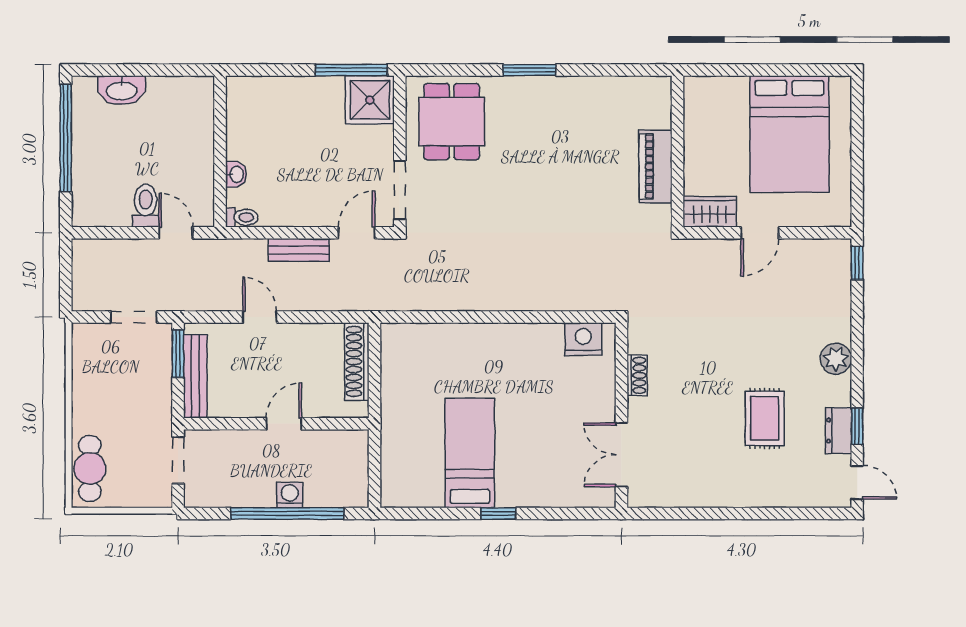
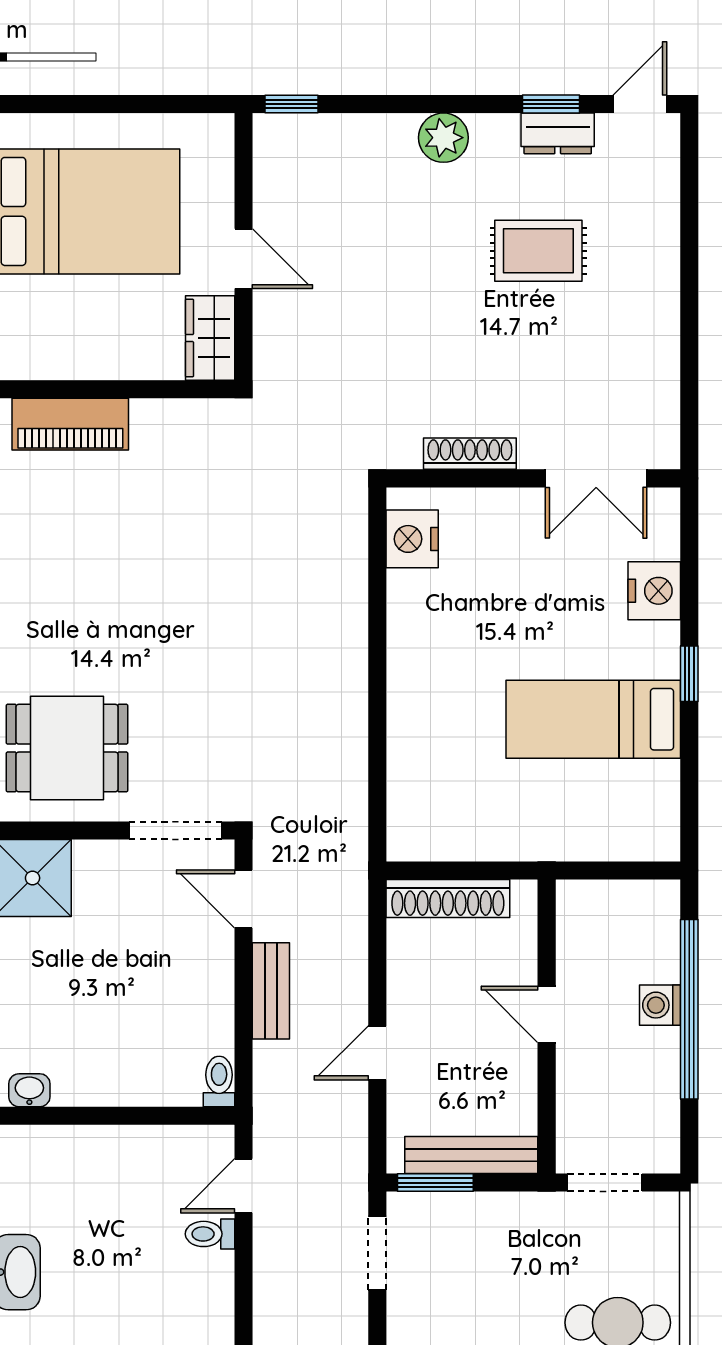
piano: (656, 167) -> (70, 424), moved
washbasin: (236, 174) -> (29, 1090), moved
toilet: (146, 206) -> (210, 1234), width x0.73, depth x0.72
shoe rack: (637, 375) -> (470, 454), width x1.43
nightstand: (551, 491) -> (654, 591), added

